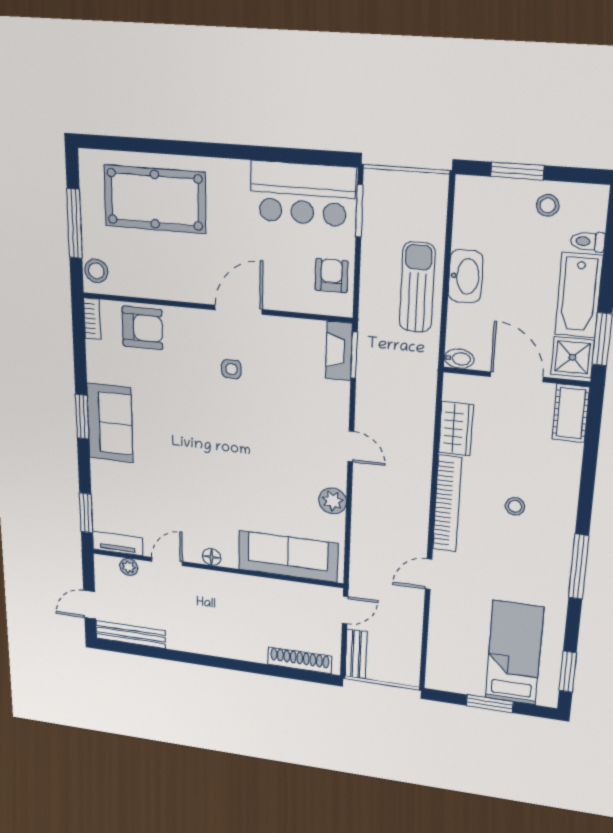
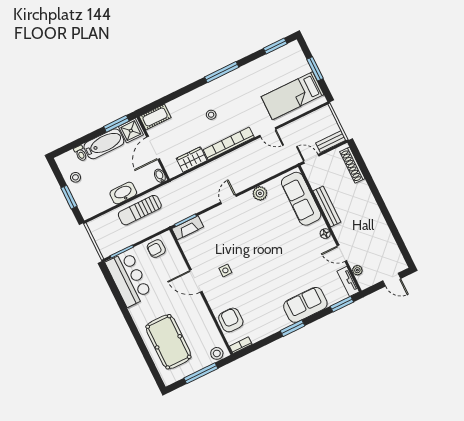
sofa: (110, 423) -> (305, 305), moved
bench: (131, 634) -> (327, 207), moved
bed: (514, 653) -> (293, 96), moved

